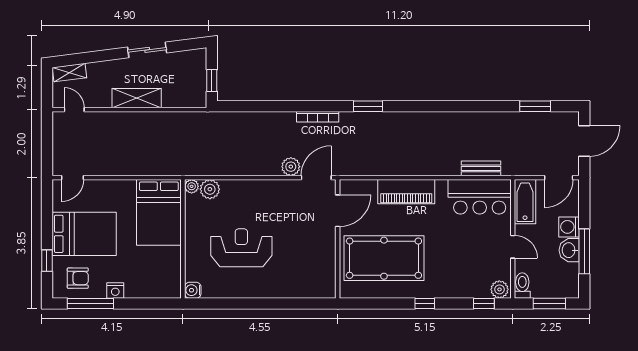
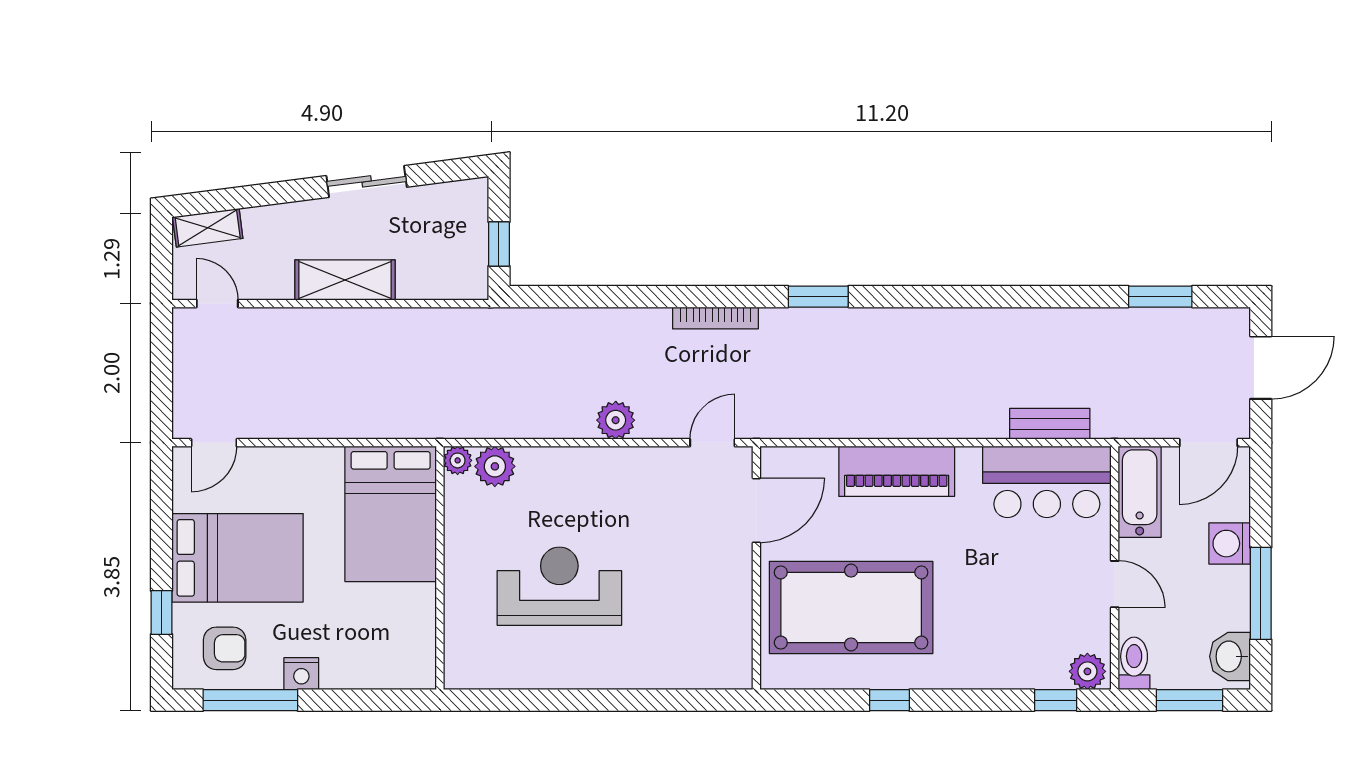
plant: (291, 167) -> (616, 420), moved
door: (316, 178) -> (712, 443), width x0.73
washbasin: (569, 250) -> (1230, 656), moved
water cooler: (193, 290) -> (460, 673), removed
window: (425, 303) -> (889, 700), moved

